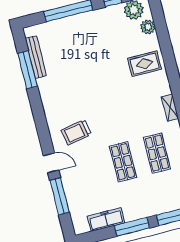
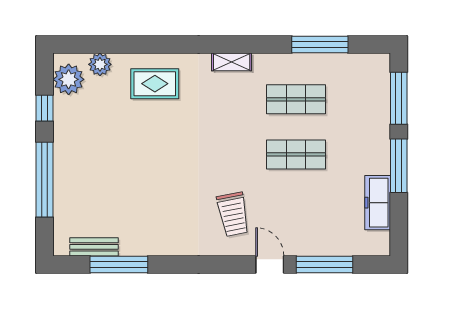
bench: (36, 57) -> (94, 247), width x0.73
rug: (145, 64) -> (155, 84), turned 90
door: (51, 163) -> (270, 264), hinge flipped

